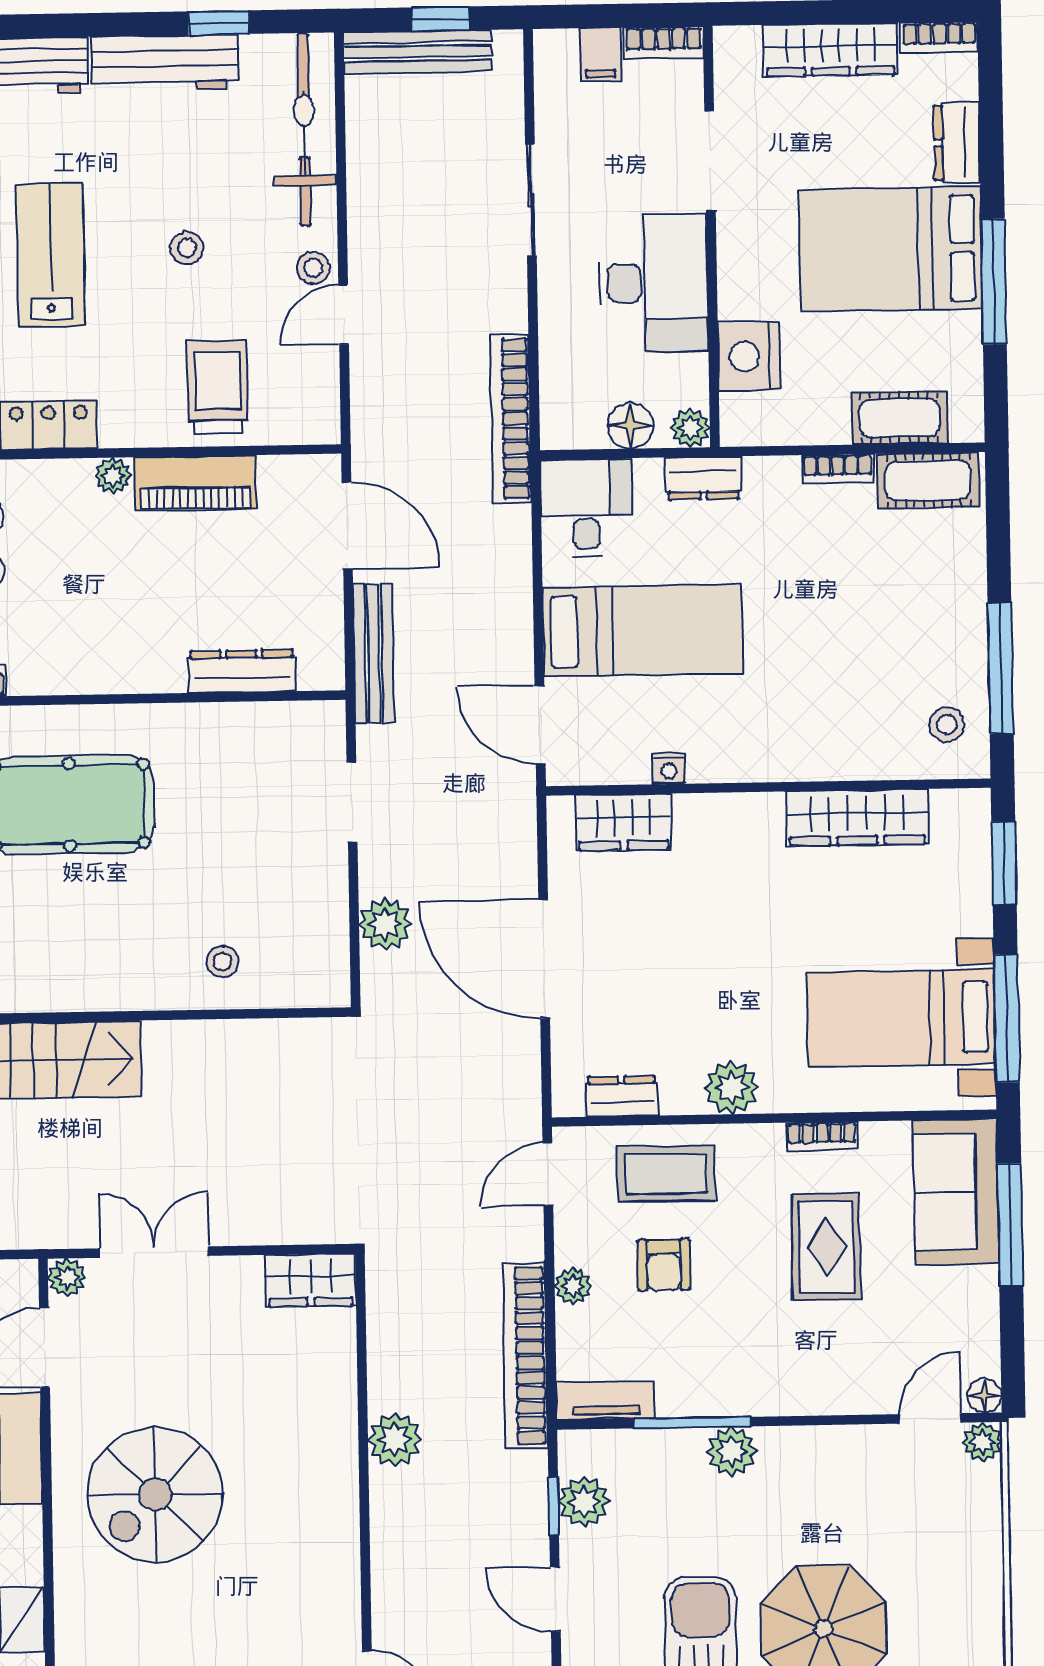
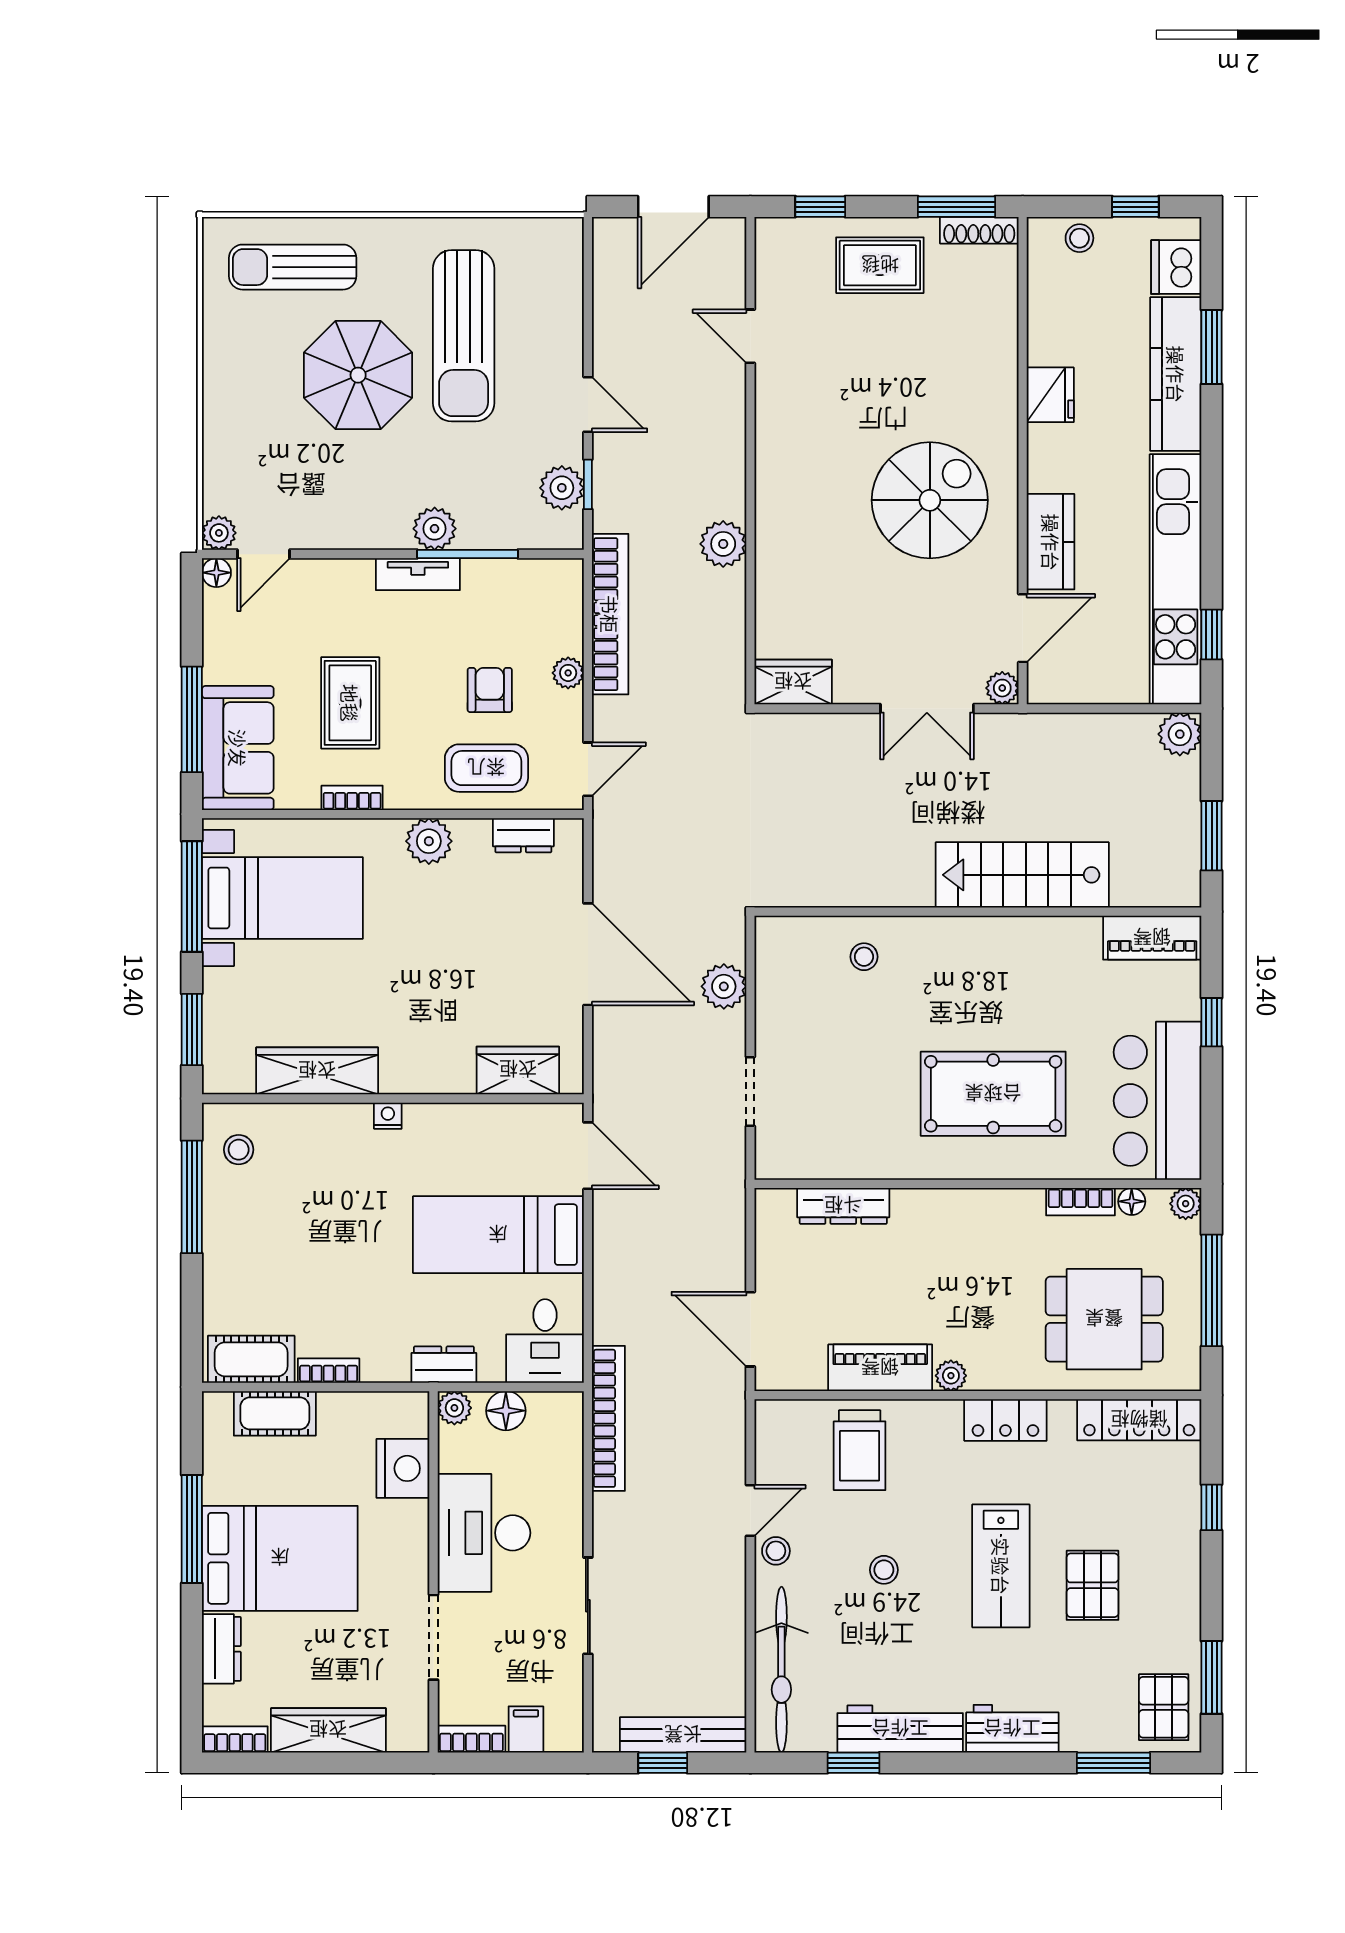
bench: (374, 653) -> (730, 1219), removed
nightstand: (669, 769) -> (388, 1116), moved
tv unit: (606, 1401) -> (418, 574), moved

